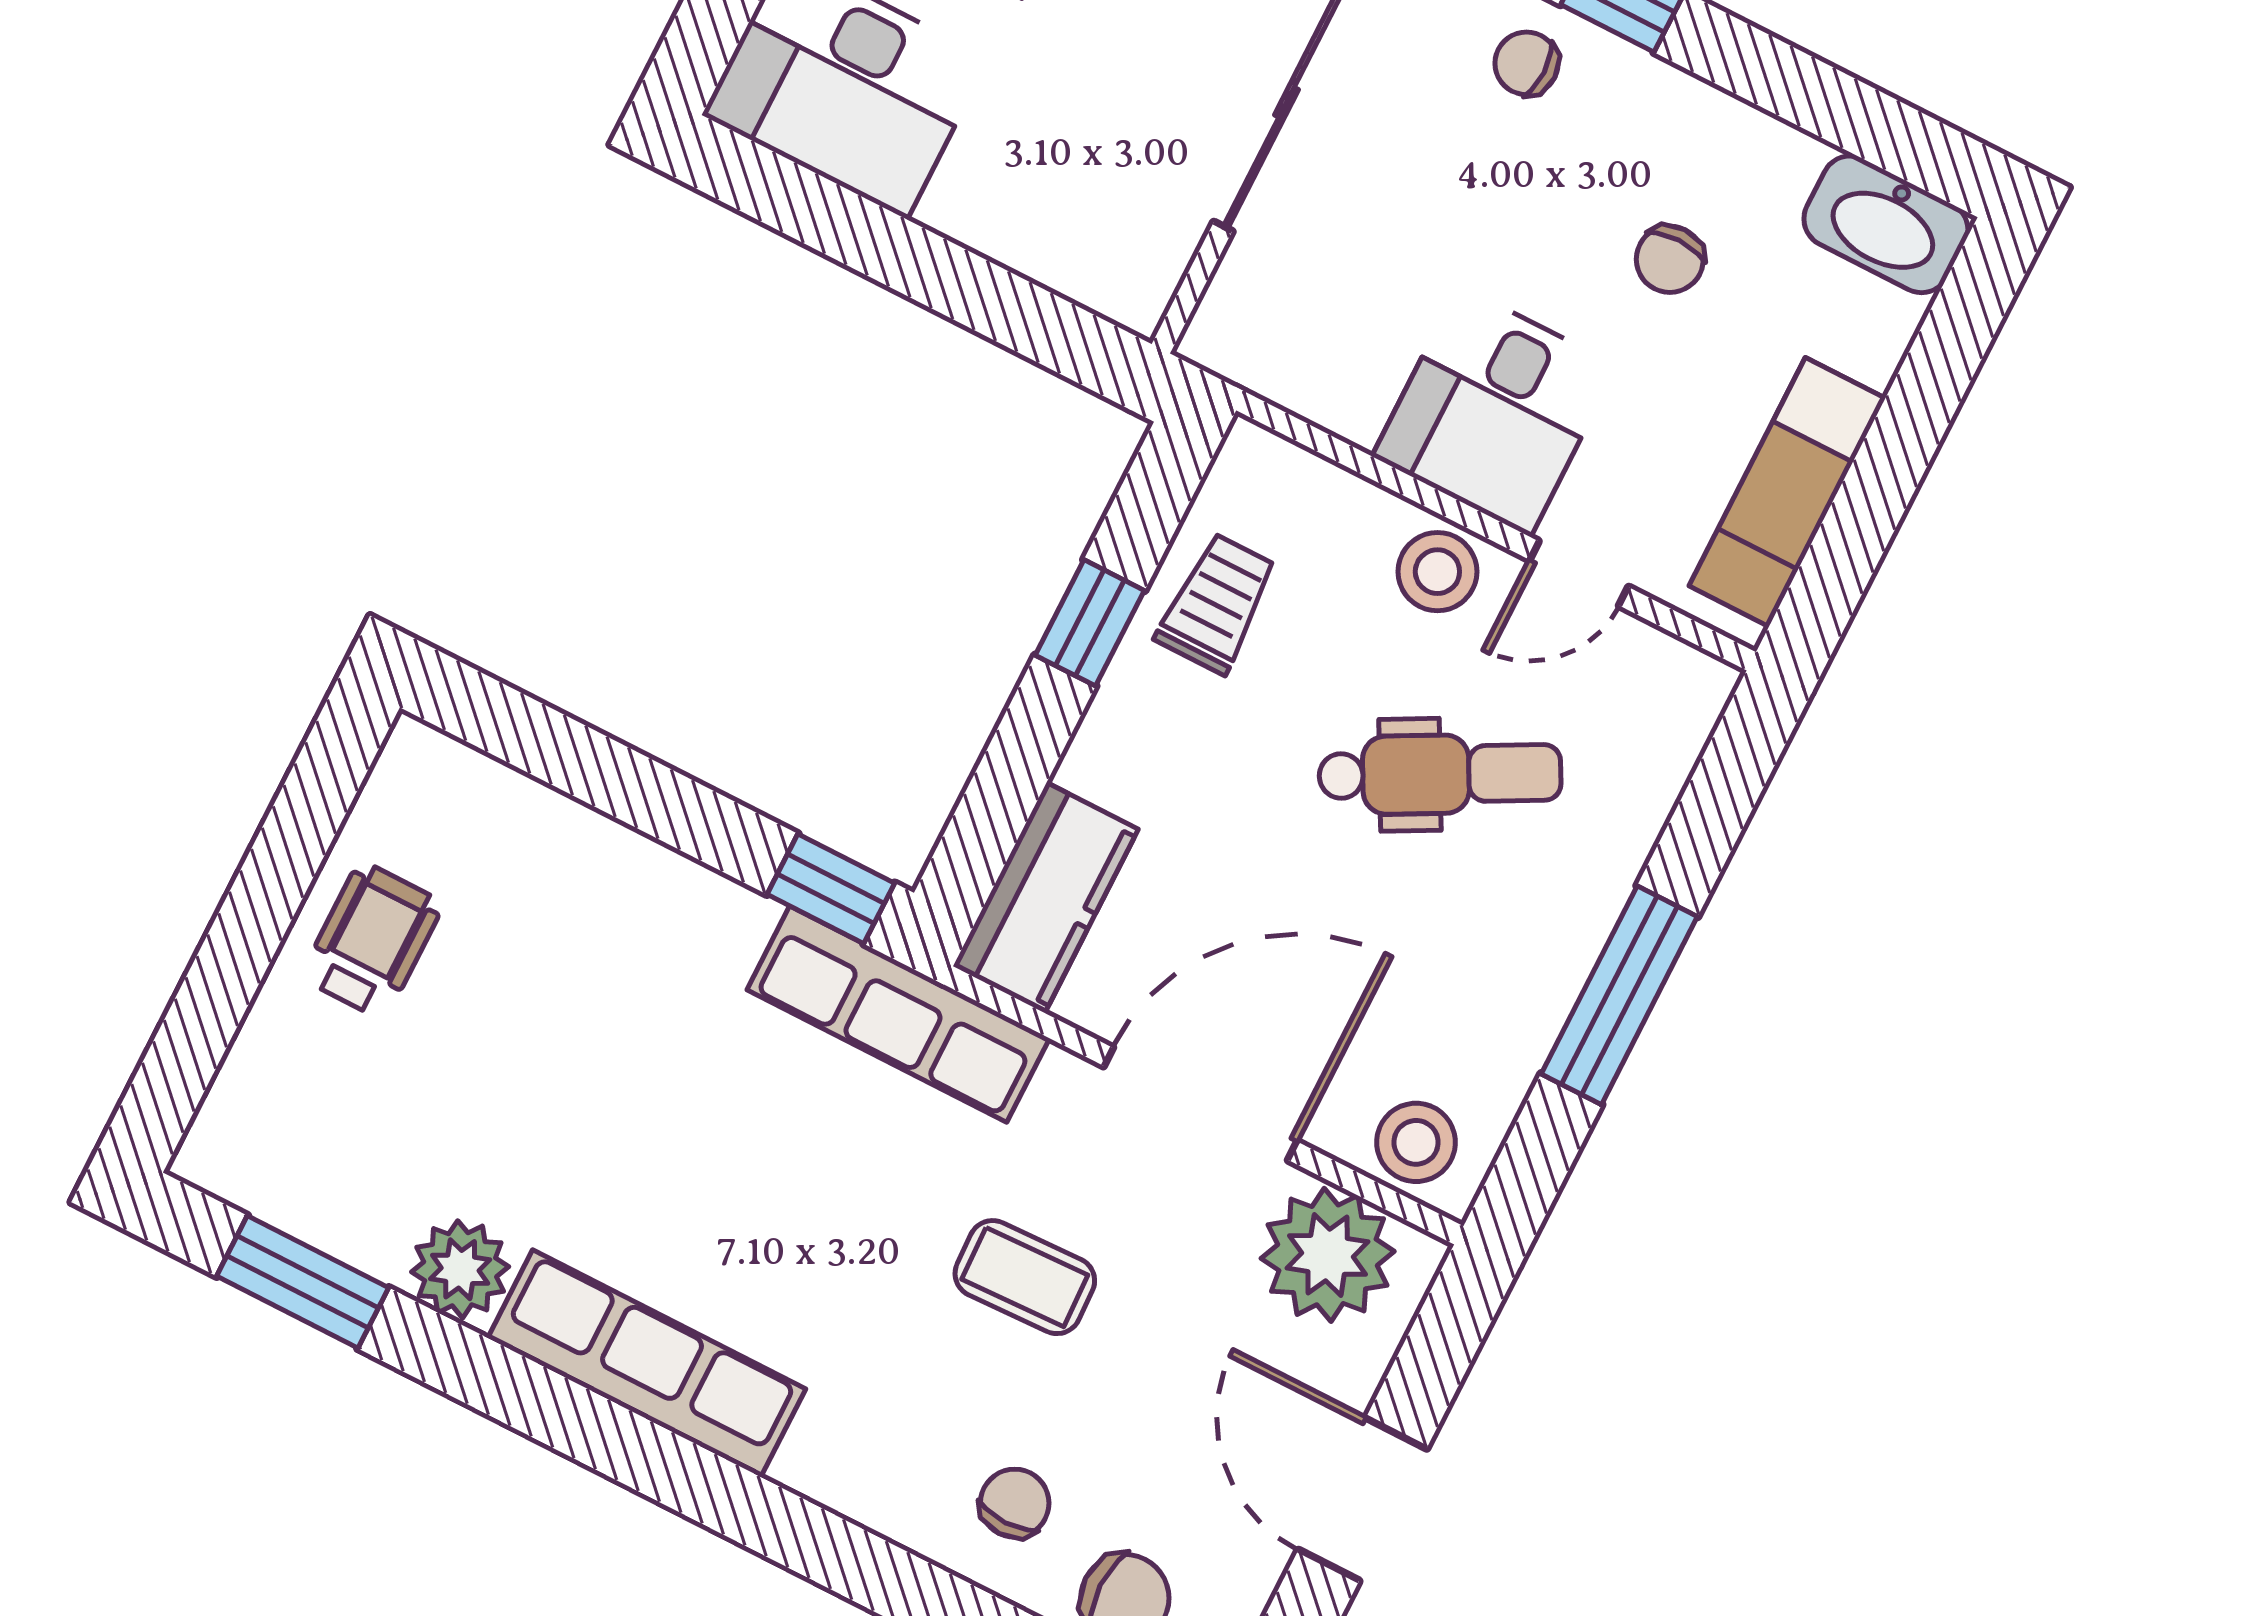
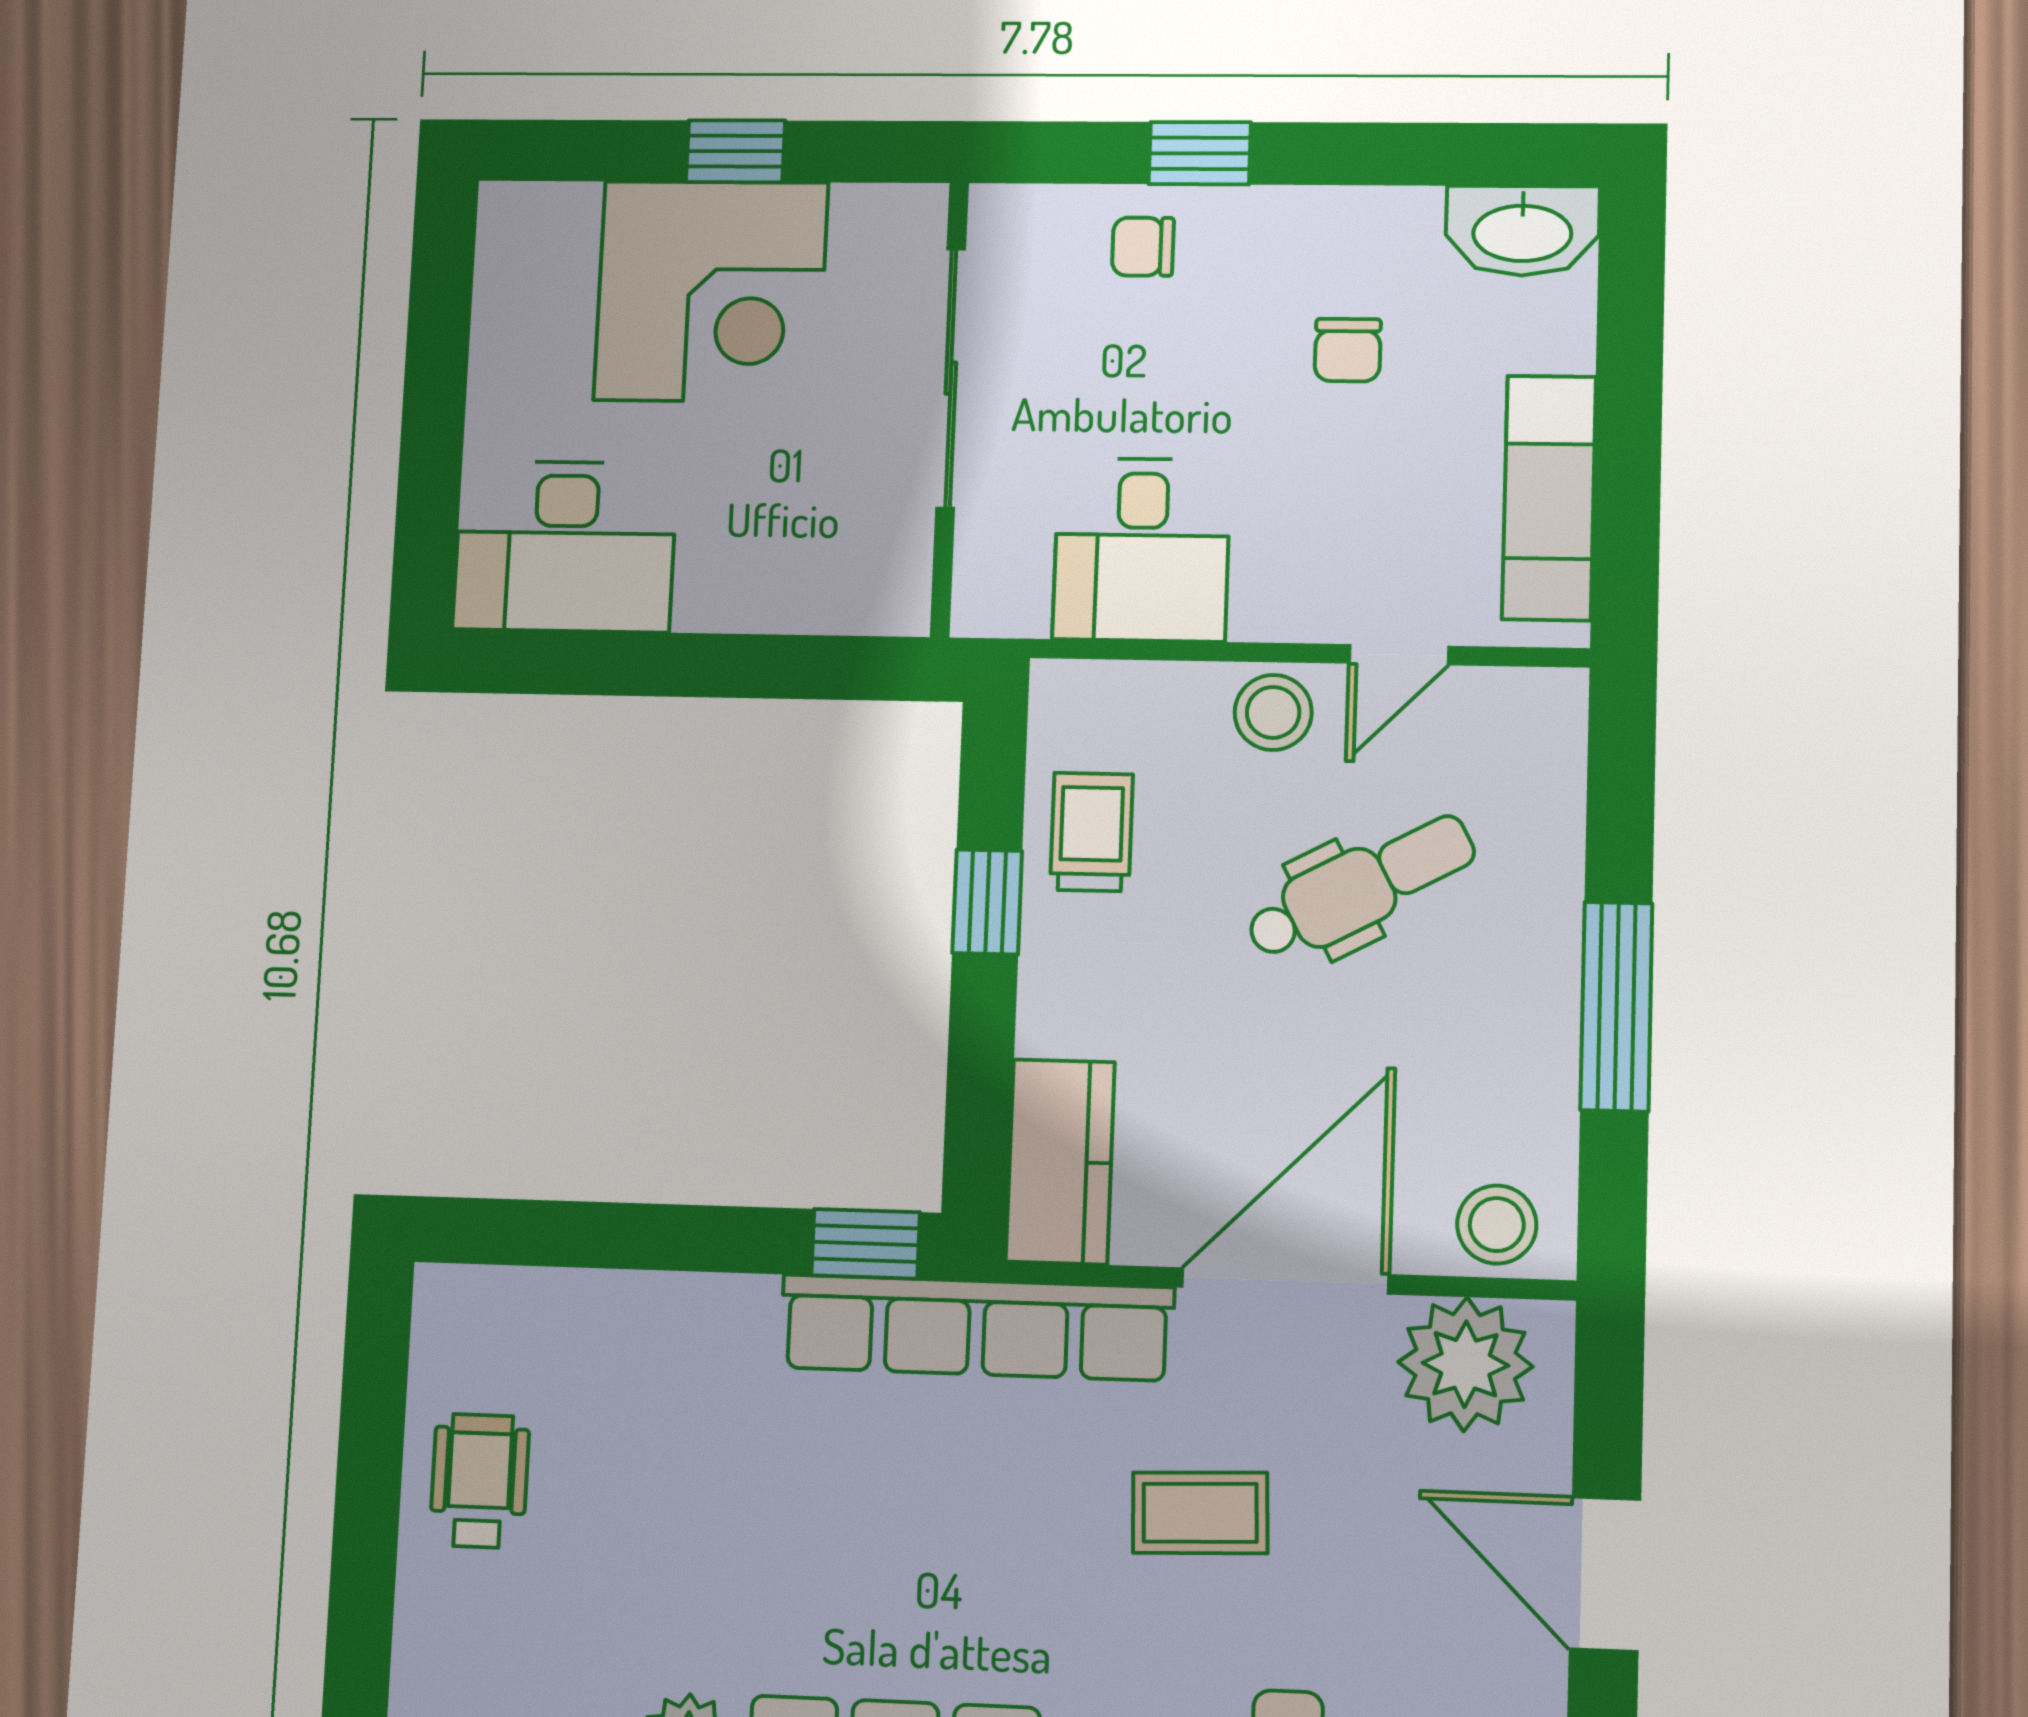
desk: (1495, 411) -> (1142, 550), moved
row of seats: (898, 1014) -> (976, 1328), width x1.36

